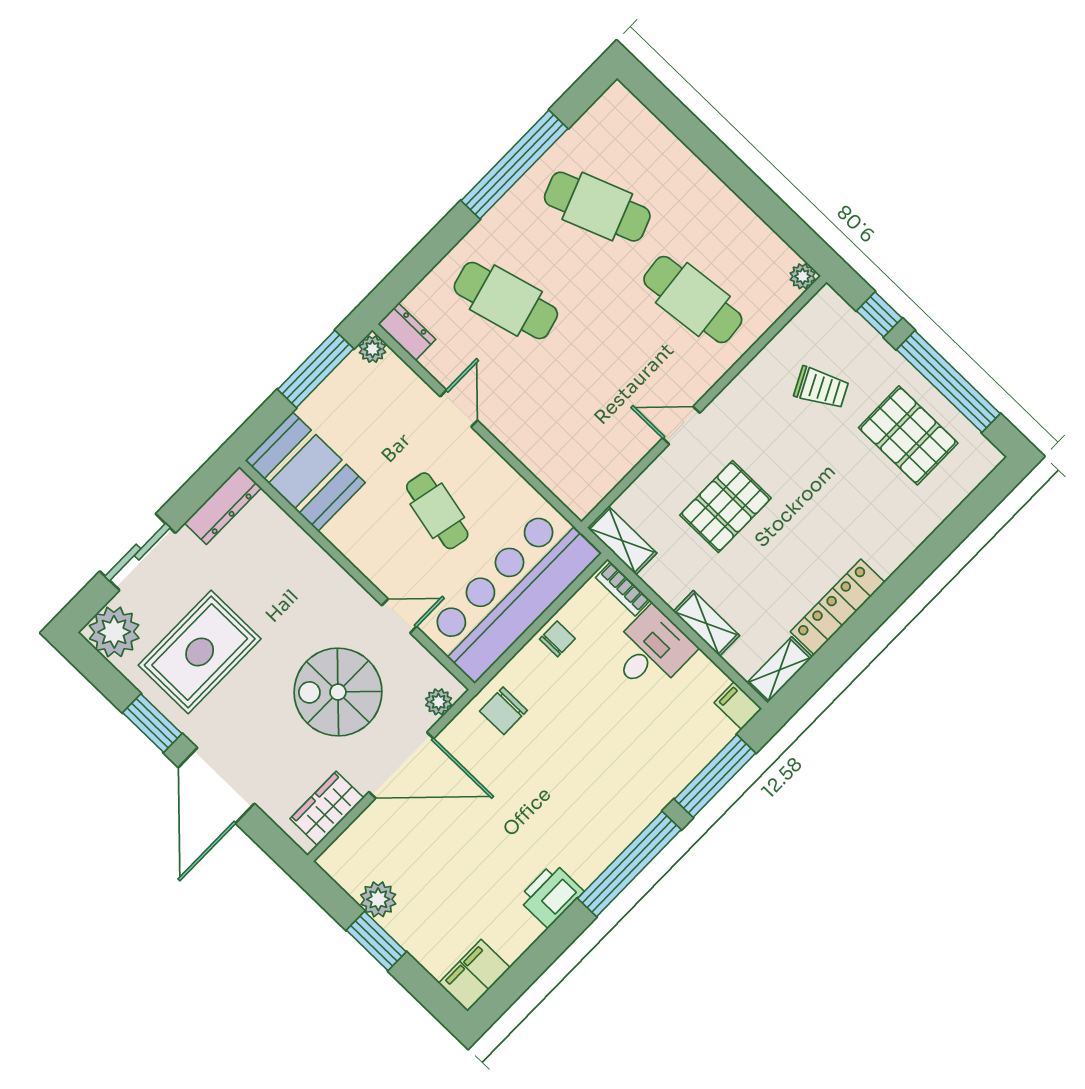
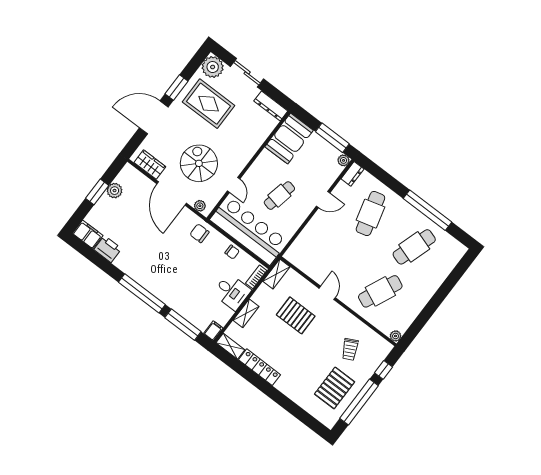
cafe table: (597, 207) -> (414, 247), turned 39
cafe table: (693, 300) -> (380, 291), turned 30
printer: (551, 895) -> (108, 249), moved

